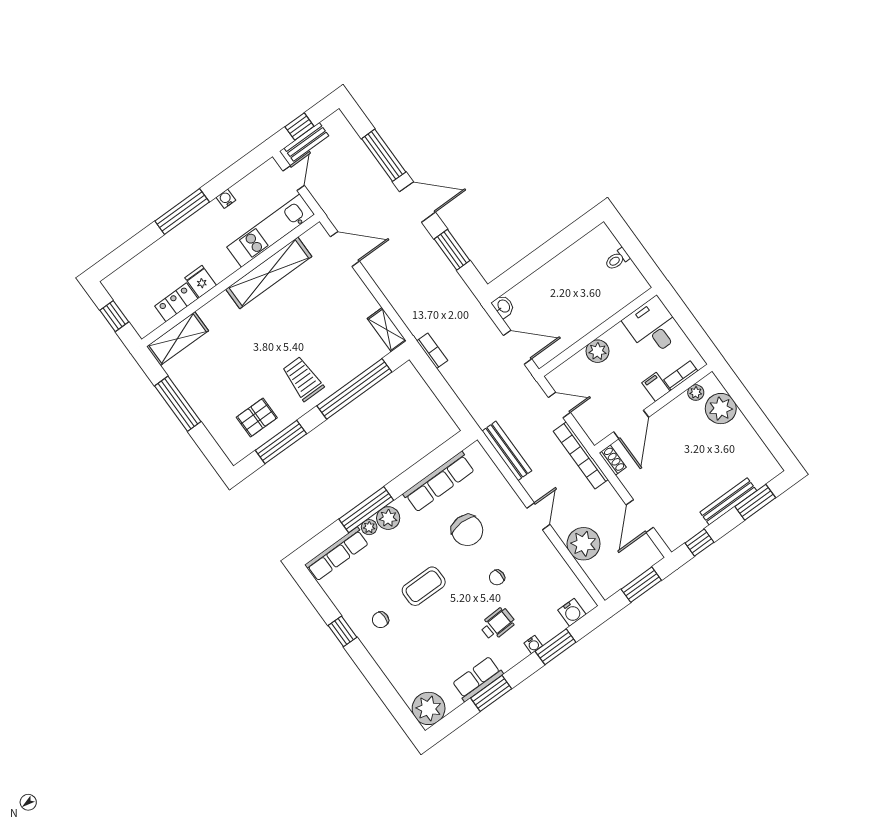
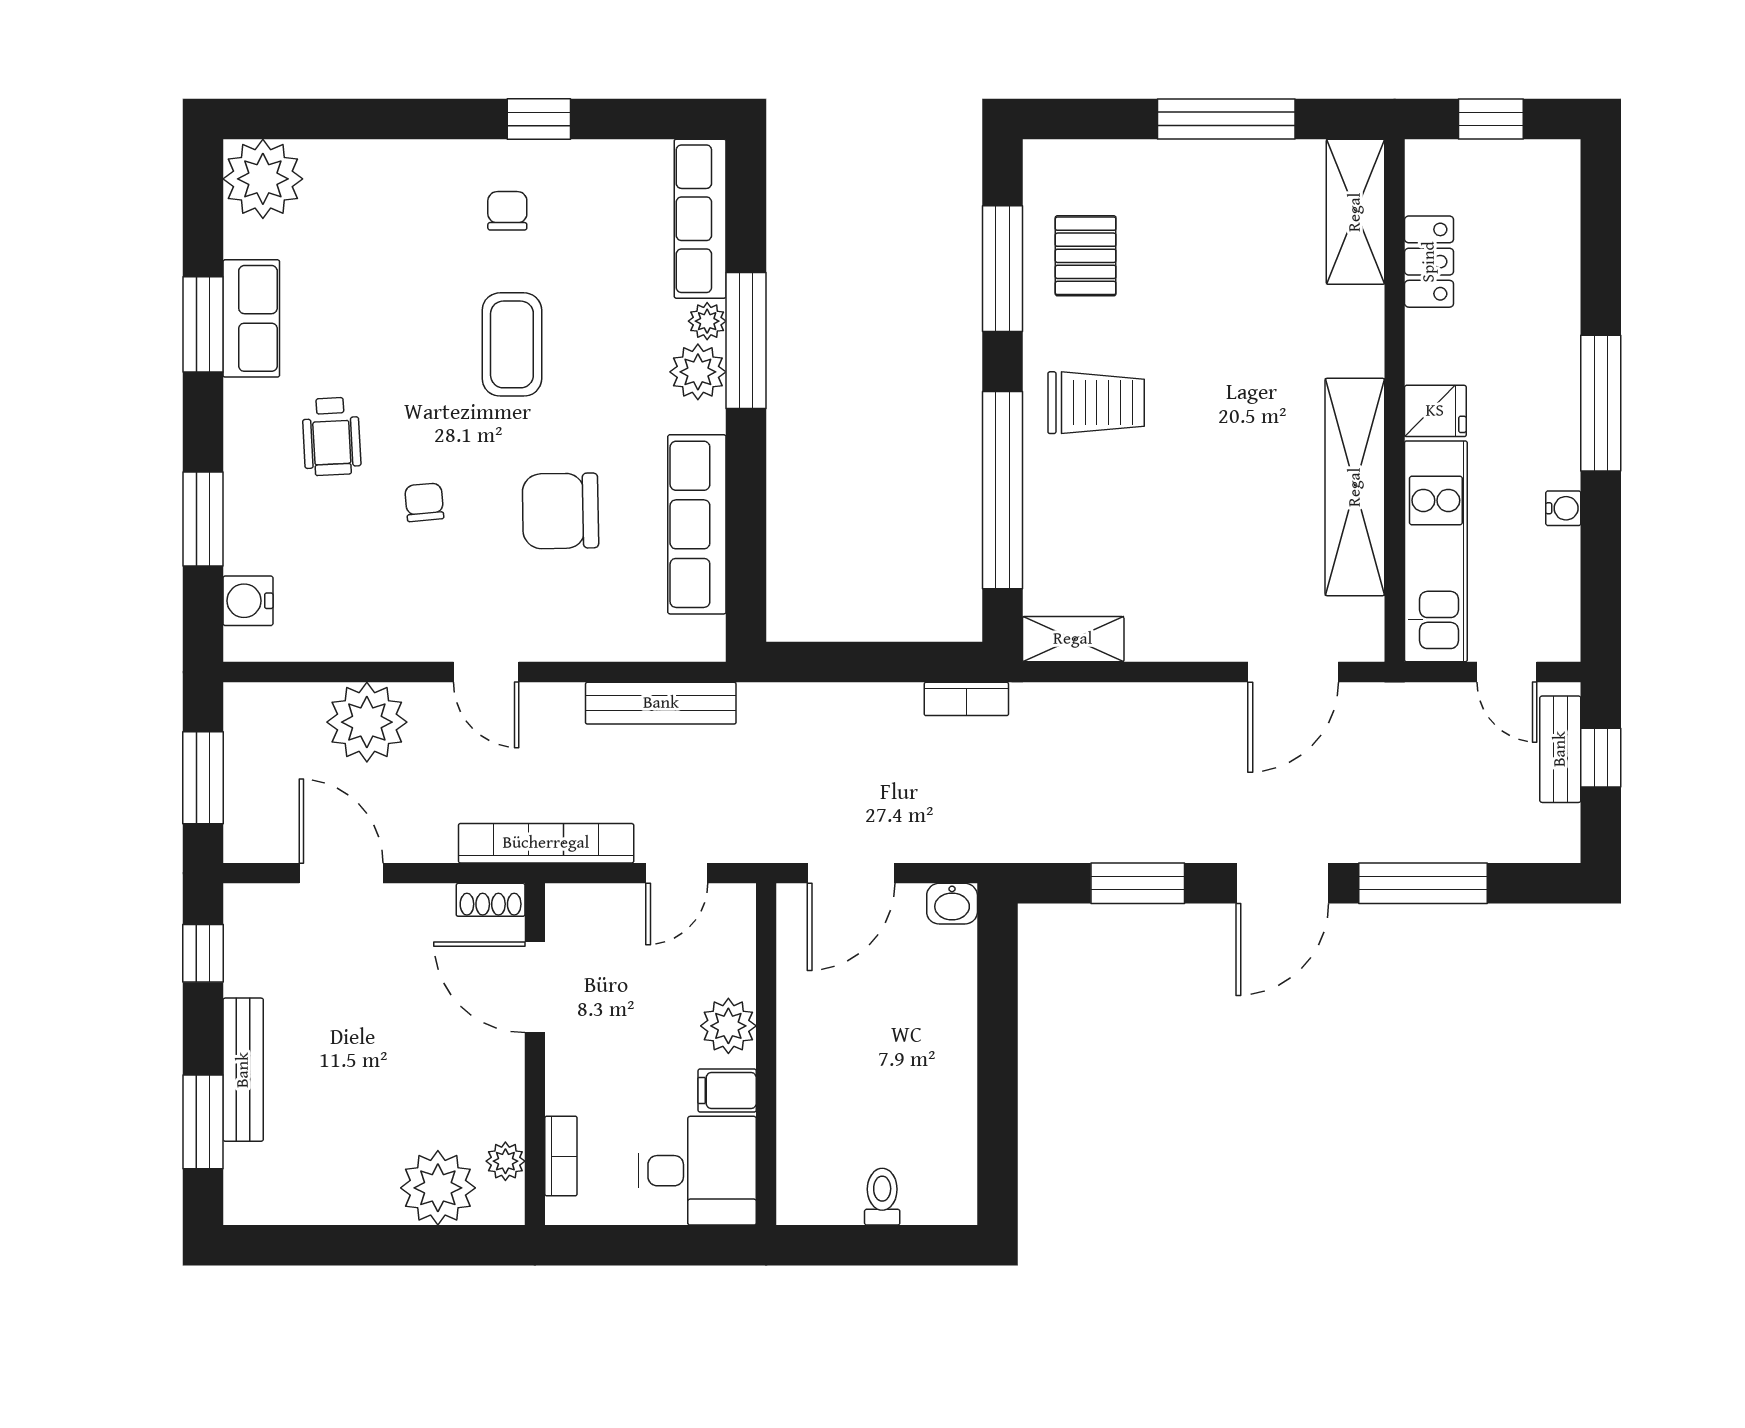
fridge: (201, 282) -> (1435, 411), moved
filing cabinet: (656, 387) -> (727, 1091), moved, turned 180
water cooler: (533, 644) -> (240, 478), removed

